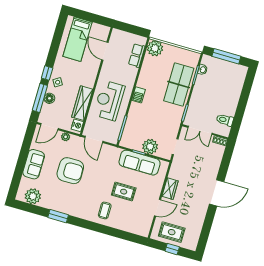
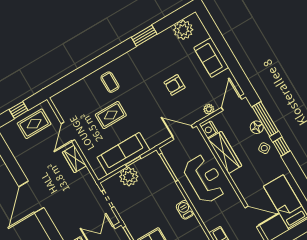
armchair: (70, 171) -> (175, 85), width x0.53, depth x0.53

